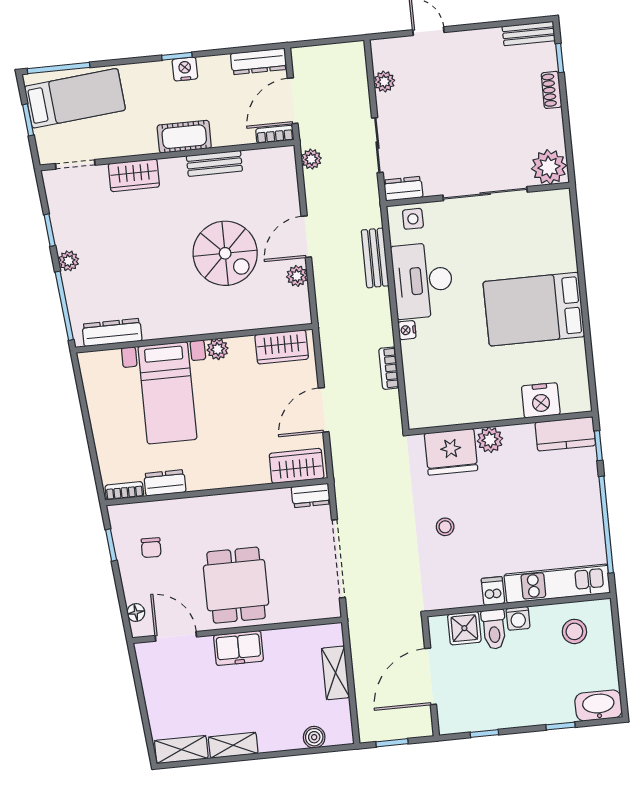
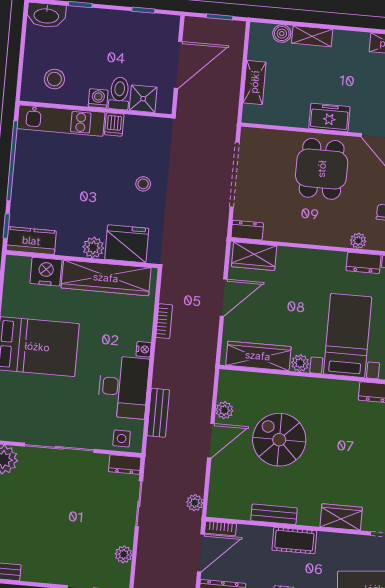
wardrobe: (282, 347) -> (258, 356), width x1.50
wardrobe: (468, 407) -> (106, 278), added
plant: (176, 508) -> (358, 241), added
shelving: (233, 745) -> (312, 36), moved

